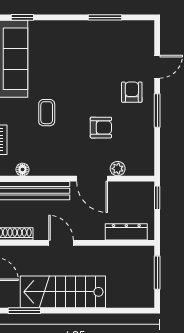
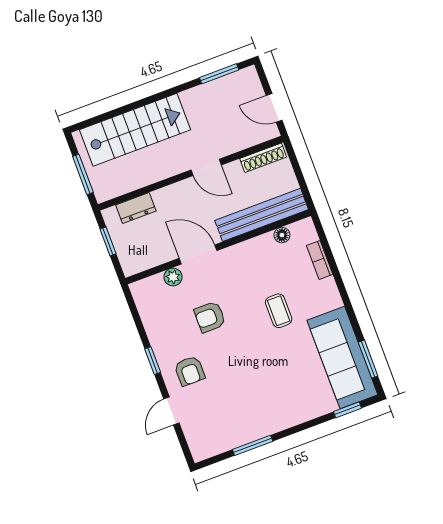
window: (157, 111) -> (153, 361), width x0.67
window: (157, 198) -> (108, 241), moved
dresser: (126, 232) -> (136, 208), width x0.70
stairs: (63, 292) -> (135, 130), moved

